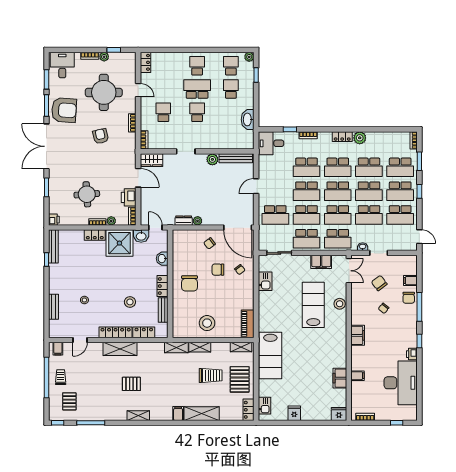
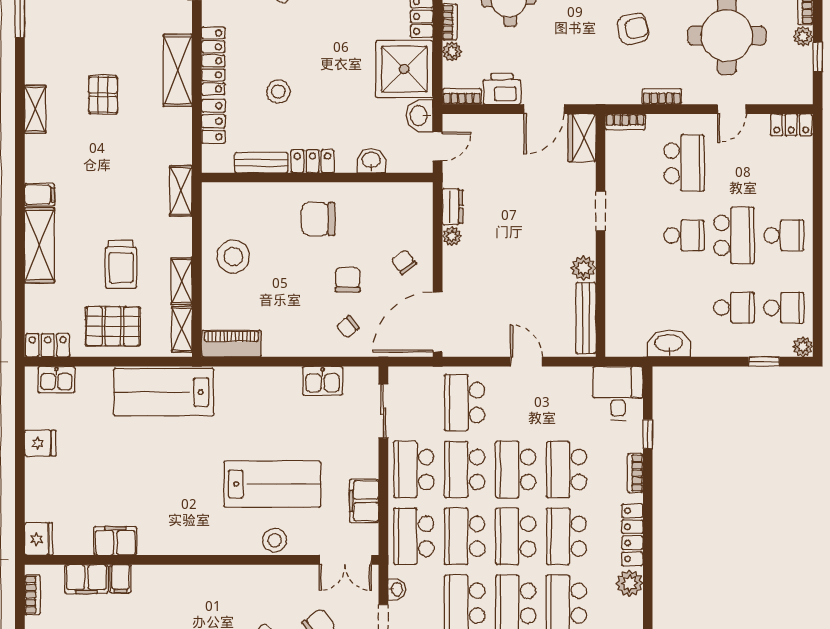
school desk: (163, 112) -> (684, 163), width x1.85
locker: (342, 137) -> (632, 535), width x1.53
filing cabinet: (358, 335) -> (86, 579), moved
shelving: (200, 347) -> (182, 281), moved

